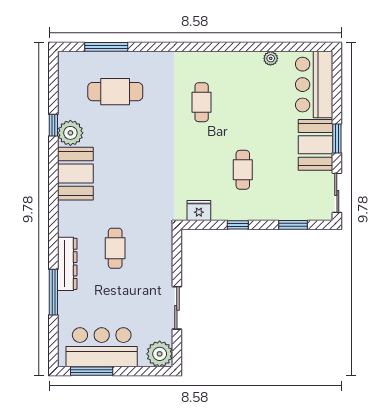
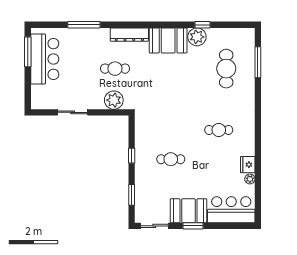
fridge: (199, 211) -> (248, 165), moved, turned 180
dresser: (67, 264) -> (129, 35), moved
plant: (160, 354) -> (114, 100), moved

